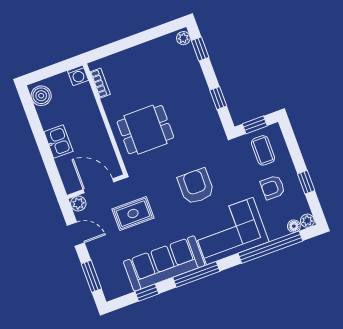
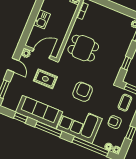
door: (98, 186) -> (42, 54), hinge flipped

